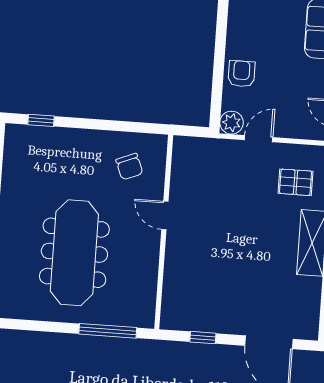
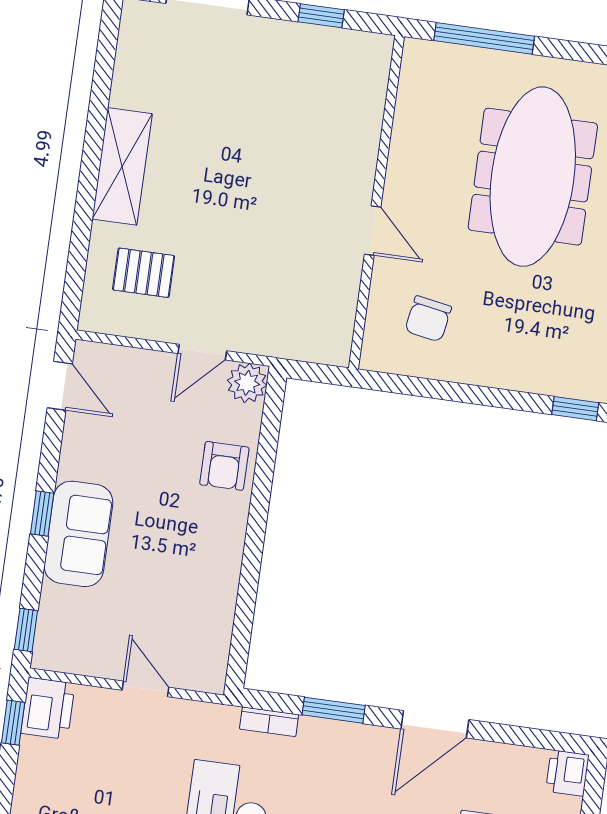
chair: (129, 167) -> (428, 319), turned -148

